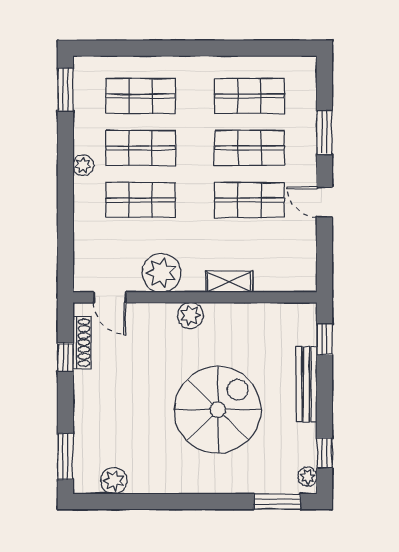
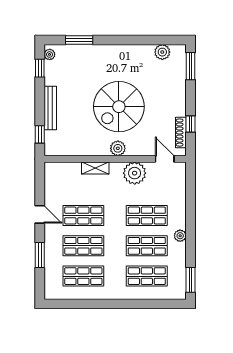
spiral stairs: (218, 410) -> (119, 107), moved
window: (277, 502) -> (79, 40), moved

